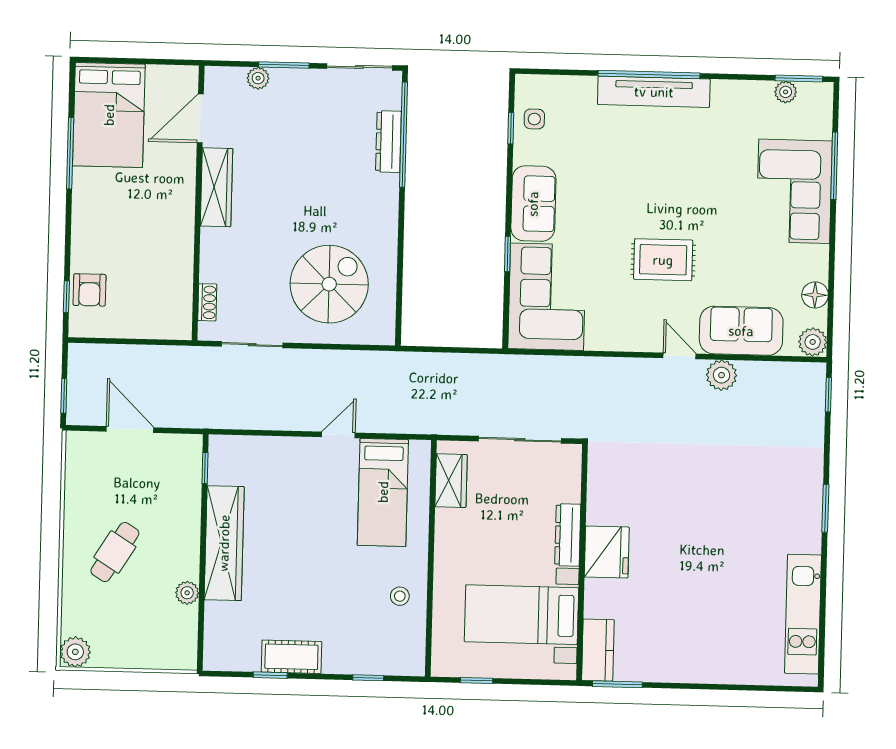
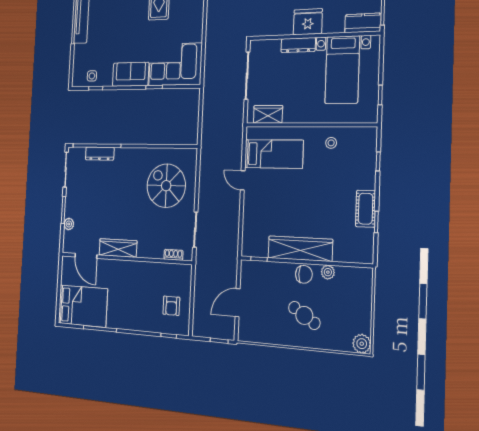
armchair: (89, 290) -> (171, 306), moved, turned 90
chair: (182, 550) -> (304, 274), added

